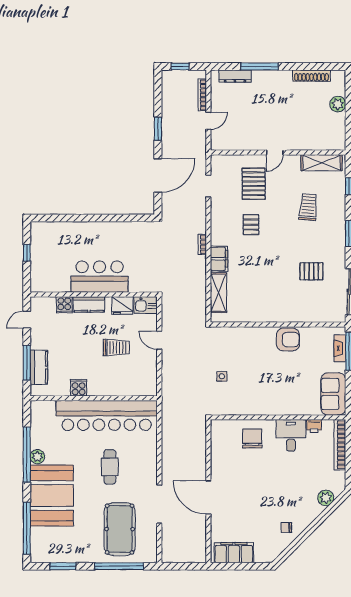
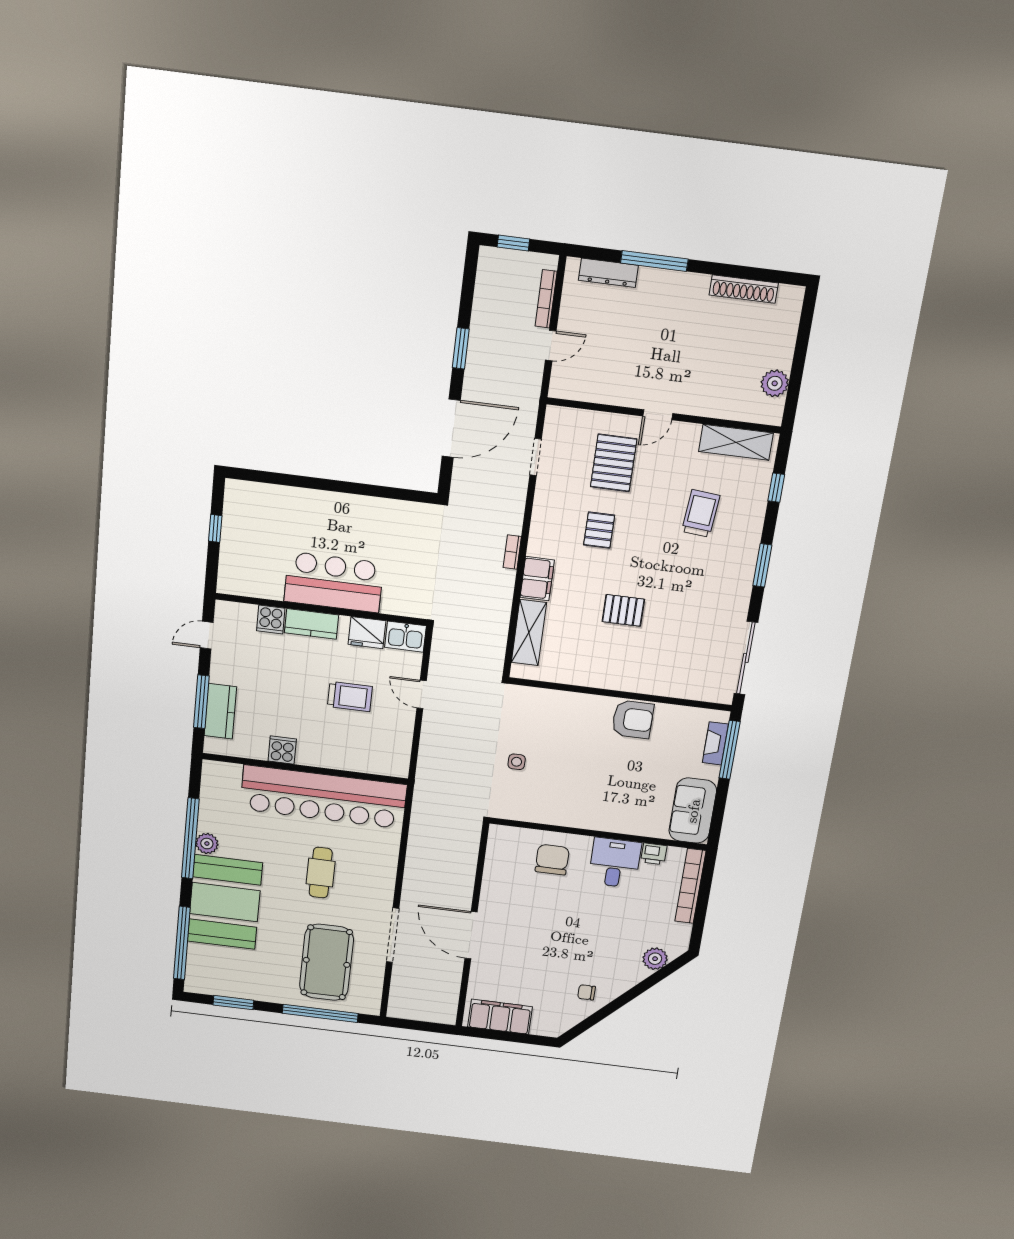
plant: (338, 104) -> (775, 383), moved
pallet: (311, 271) -> (623, 610), moved

